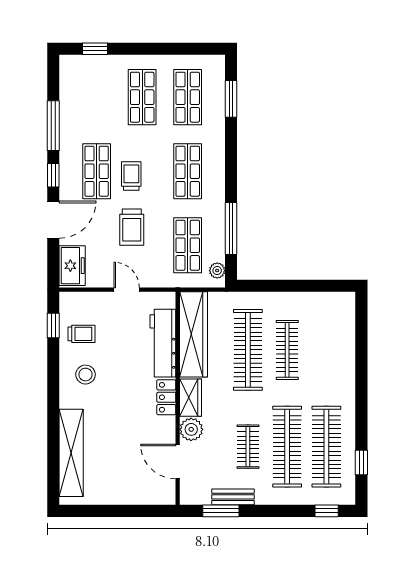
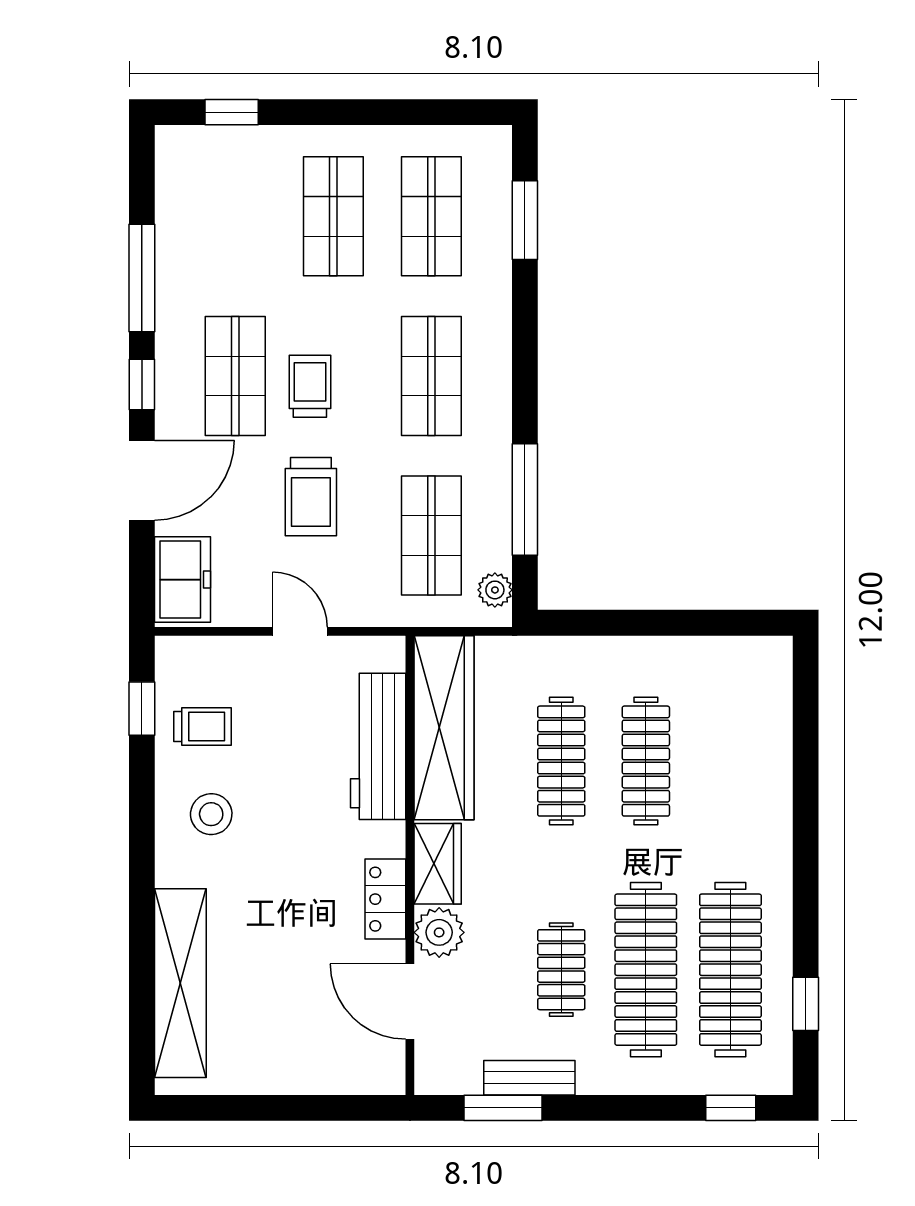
clothes rail: (248, 350) -> (561, 761), width x0.73, depth x0.76
locker: (166, 397) -> (385, 899), moved

